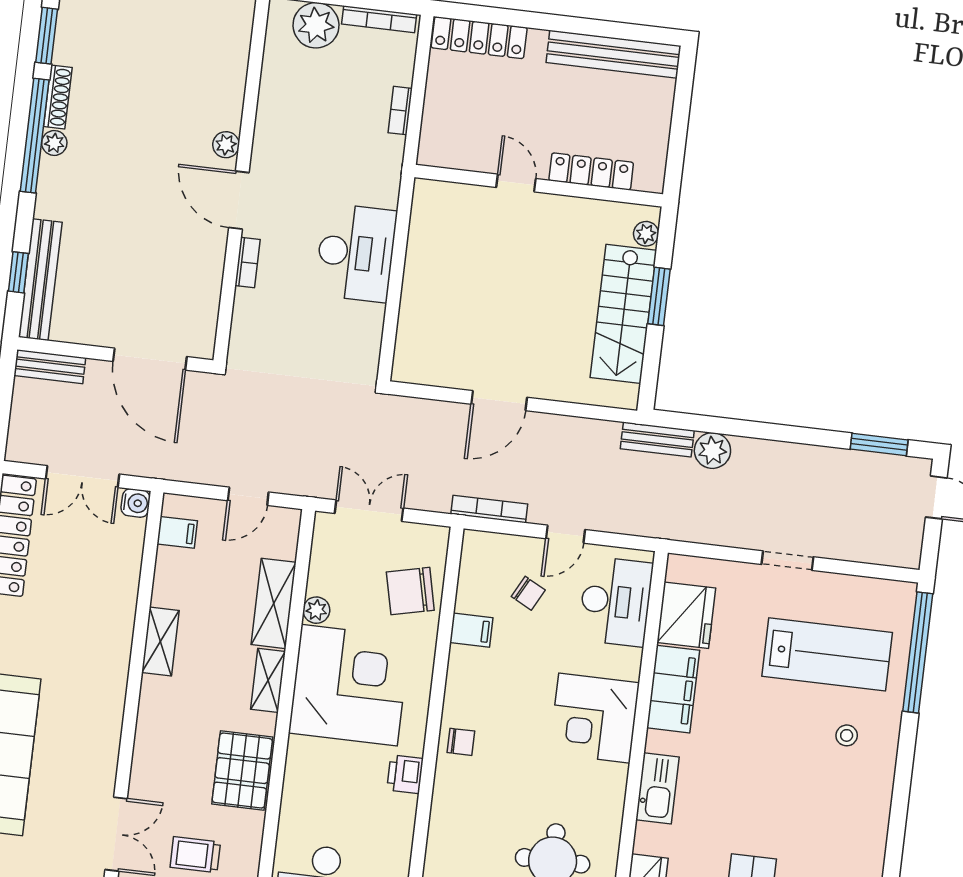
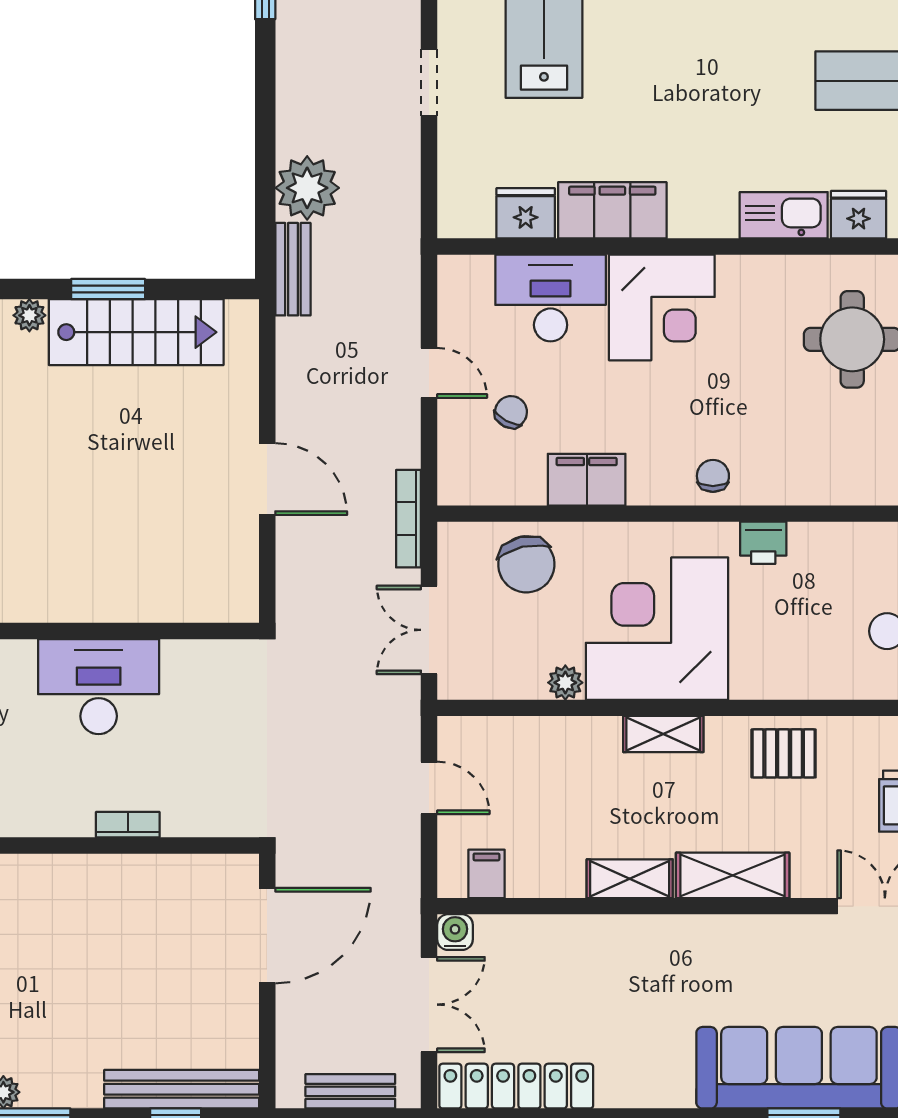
door: (239, 200) -> (49, 845), removed
bench: (50, 367) -> (350, 1091), moved, turned 90
plant: (712, 451) -> (307, 188), width x1.36, depth x1.36
bookcase: (489, 509) -> (408, 519), moved
desk: (616, 601) -> (551, 298), moved
shelving: (274, 603) -> (733, 875), moved
fridge: (686, 615) -> (526, 213), width x0.73, depth x0.75
filing cabinet: (471, 630) -> (587, 480), width x2.00
pallet: (242, 771) -> (784, 753), width x0.67, depth x0.71
kitchen sink: (657, 788) -> (784, 215), moved

